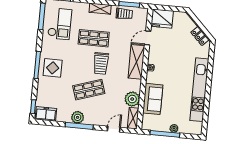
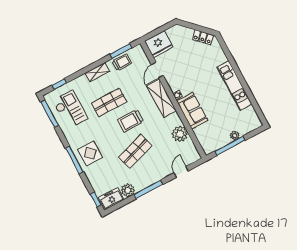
trolley: (101, 63) -> (131, 121), turned 90
kitchen unit: (199, 90) -> (234, 86), width x0.73
sofa: (153, 99) -> (192, 111), moved
plant: (78, 117) -> (128, 190), moved
shelving: (133, 118) -> (192, 150), removed

